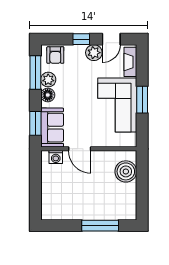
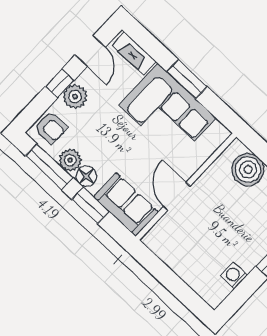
plant: (94, 53) -> (75, 97), moved
window: (35, 123) -> (90, 205), moved
door: (80, 149) -> (177, 196), swing flipped
washing machine: (56, 157) -> (234, 276), moved, turned 180

